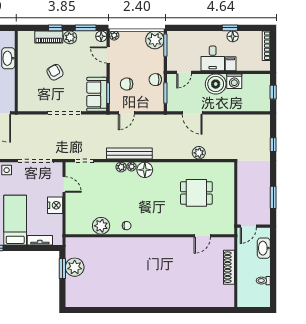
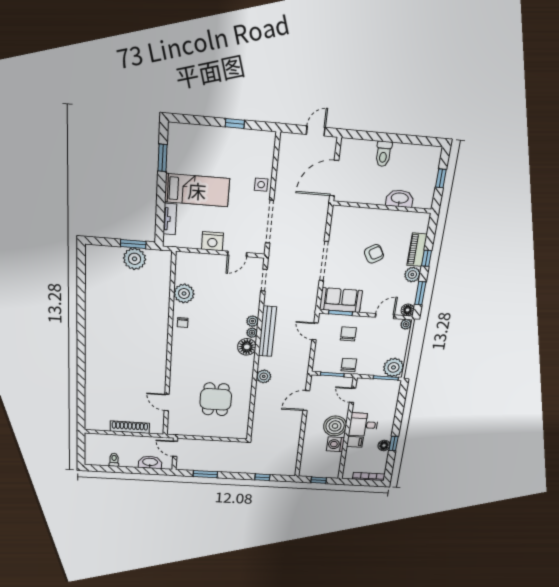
plant: (199, 153) -> (264, 376), moved

